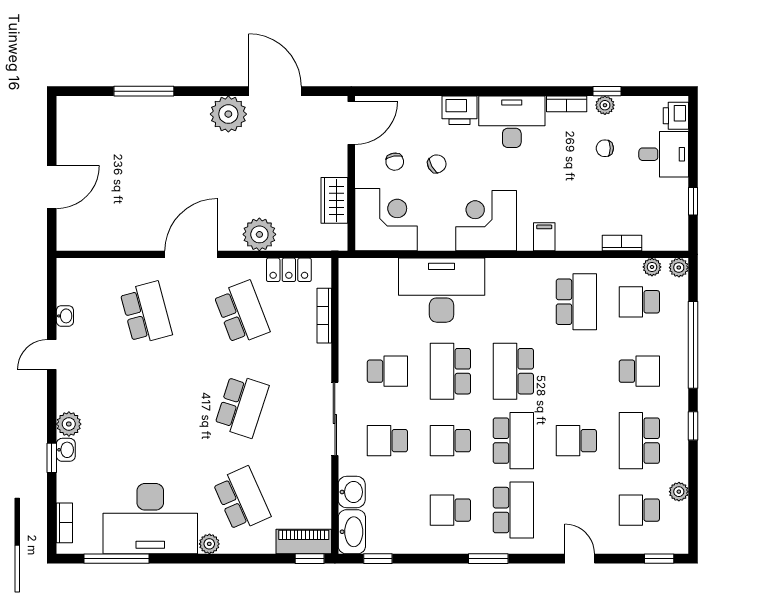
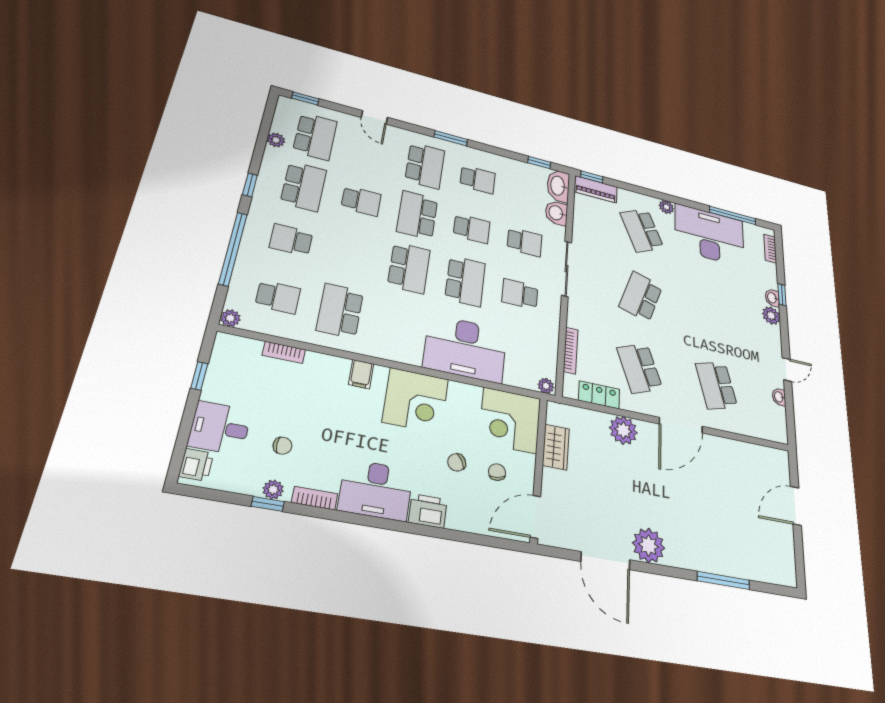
plant: (652, 267) -> (546, 386), moved
school desk: (513, 510) -> (425, 166), turned 180
school desk: (639, 510) -> (315, 136), width x1.85

